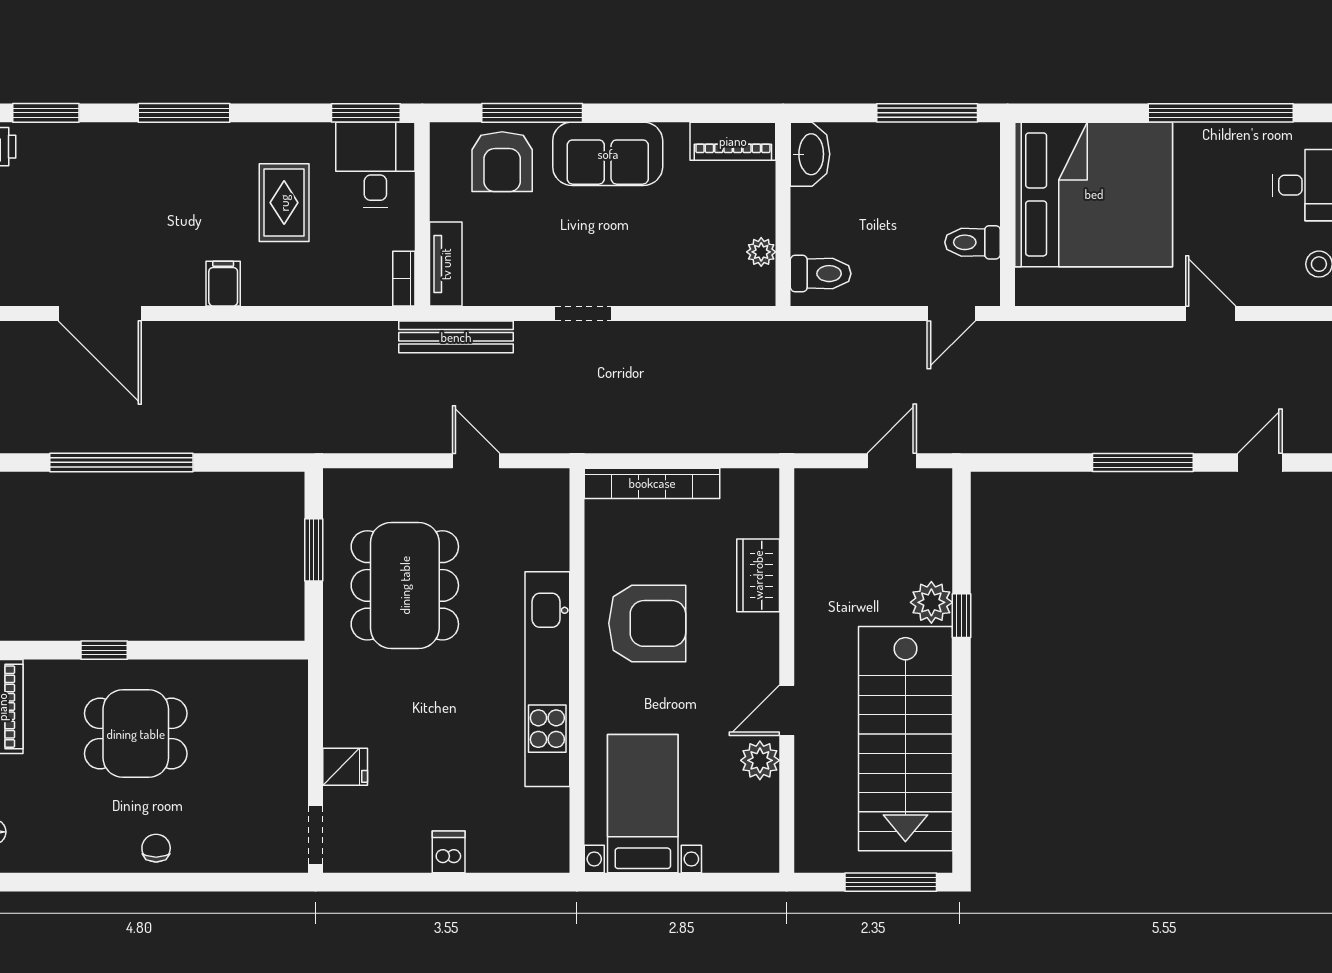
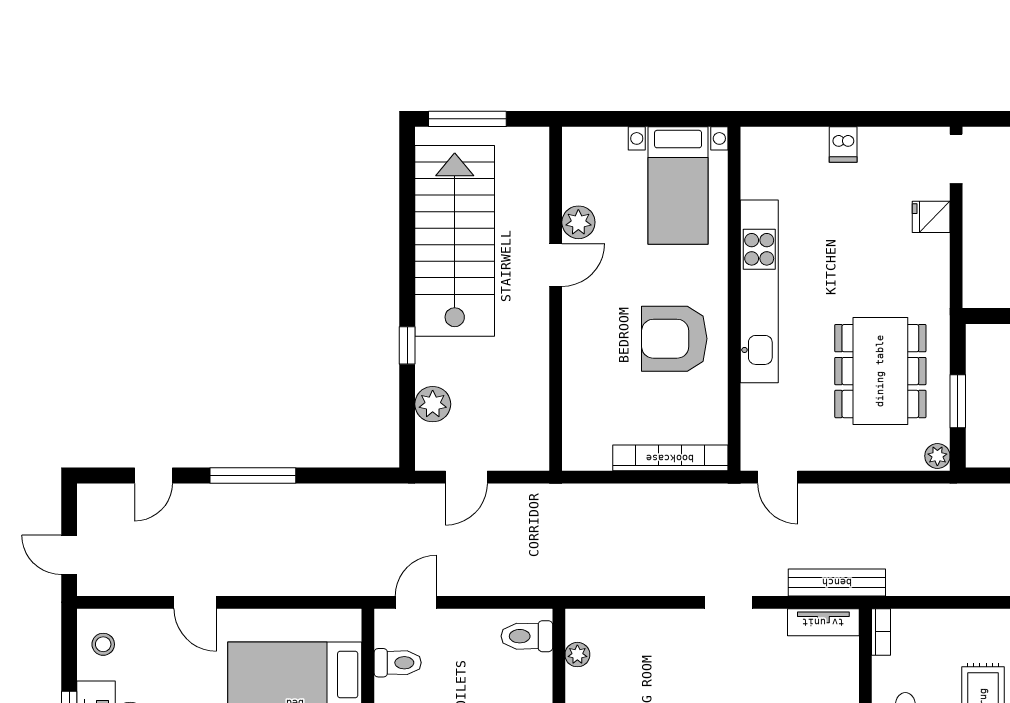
tv unit: (446, 264) -> (823, 622), moved, turned -90
door: (476, 461) -> (778, 477), moved
plant: (338, 486) -> (937, 456), added
wardrobe: (758, 575) -> (580, 380), removed
plant: (931, 602) -> (433, 404), moved

